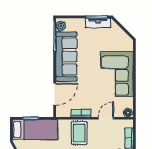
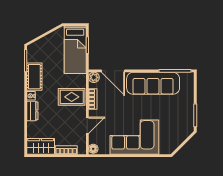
tv unit: (98, 23) -> (189, 117), removed
plant: (61, 26) -> (94, 77), moved
door: (106, 118) -> (87, 125), hinge flipped

